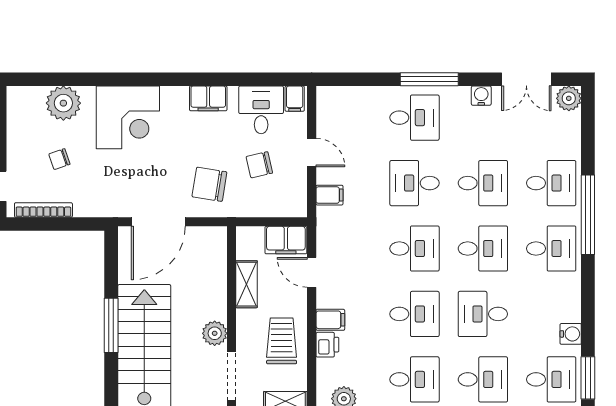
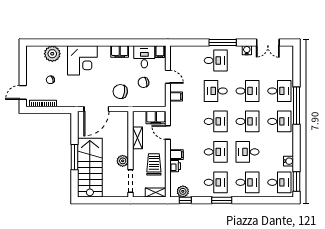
plant: (569, 98) -> (288, 51), removed

